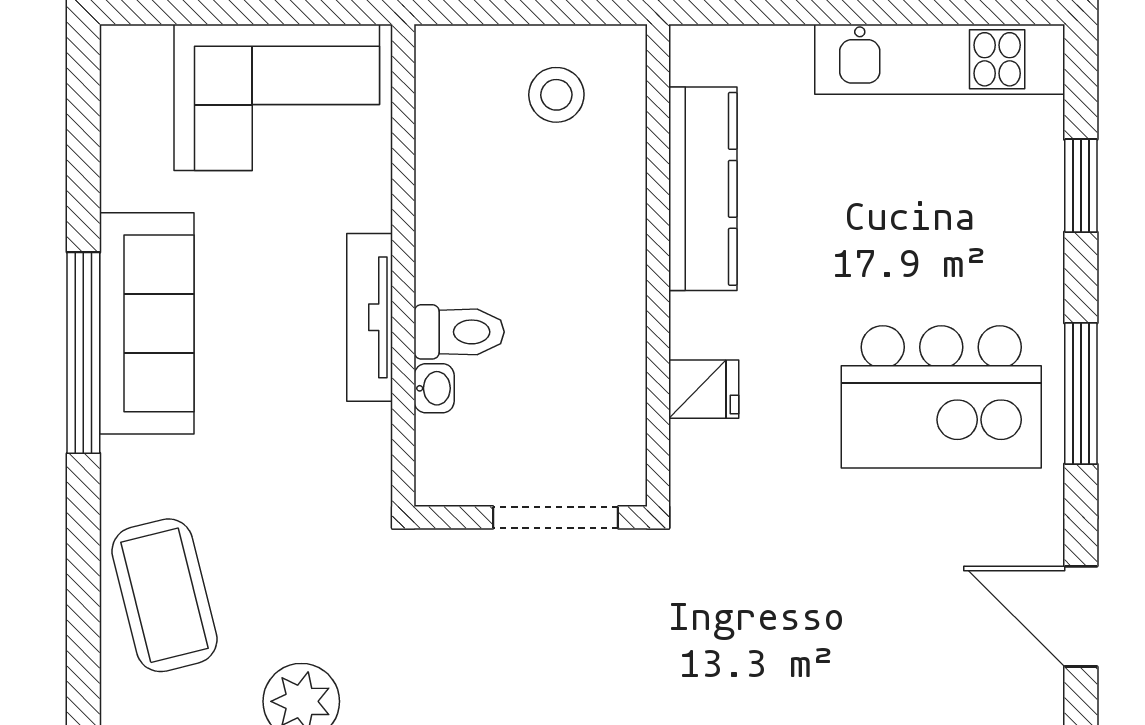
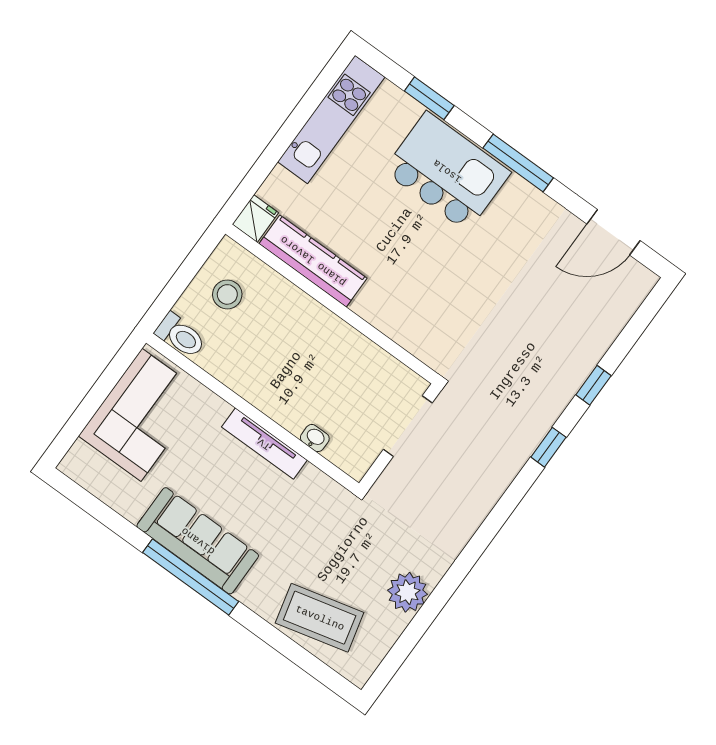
toilet: (459, 332) -> (181, 336), moved, turned 90
fridge: (704, 389) -> (255, 219), moved
kitchen island: (941, 397) -> (447, 171), moved, turned -90

